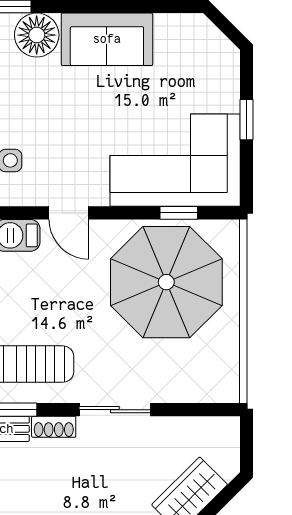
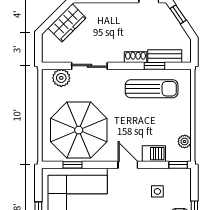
plant: (201, 386) -> (61, 78), added
sliding door: (115, 410) -> (89, 66), moved

